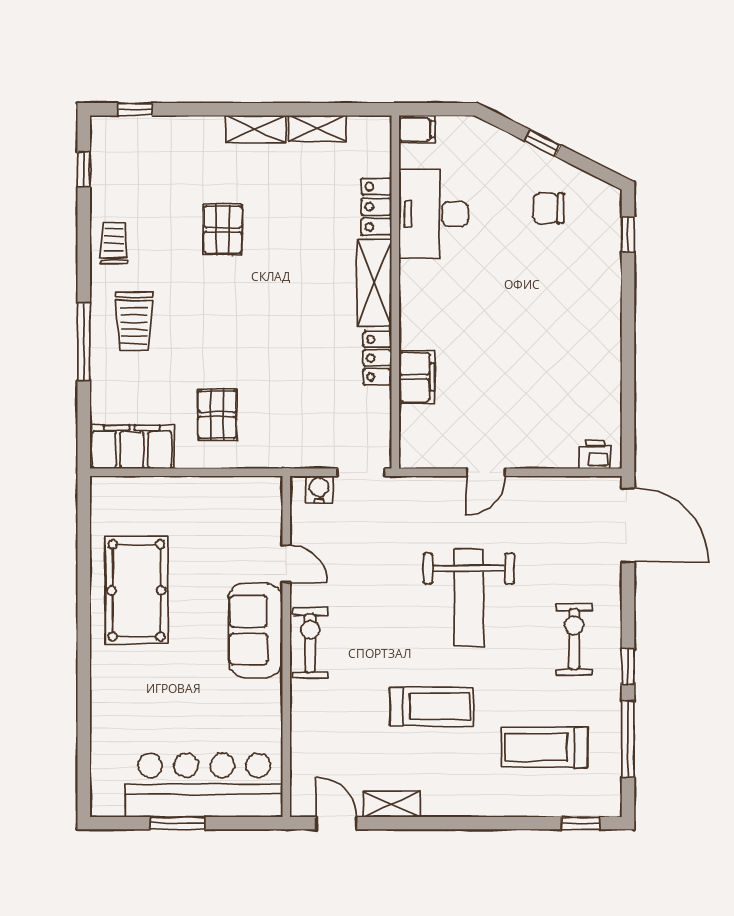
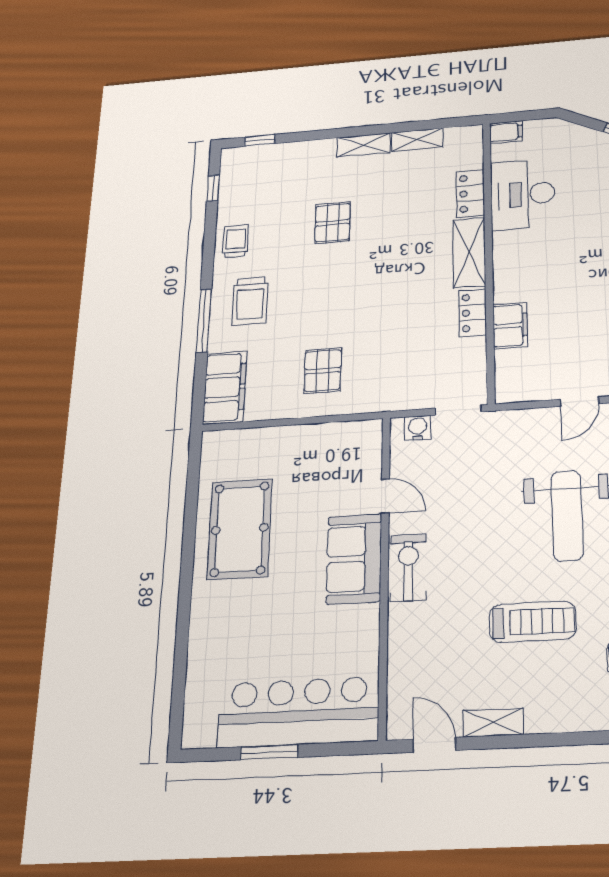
filing cabinet: (132, 447) -> (225, 387), moved, turned 90

